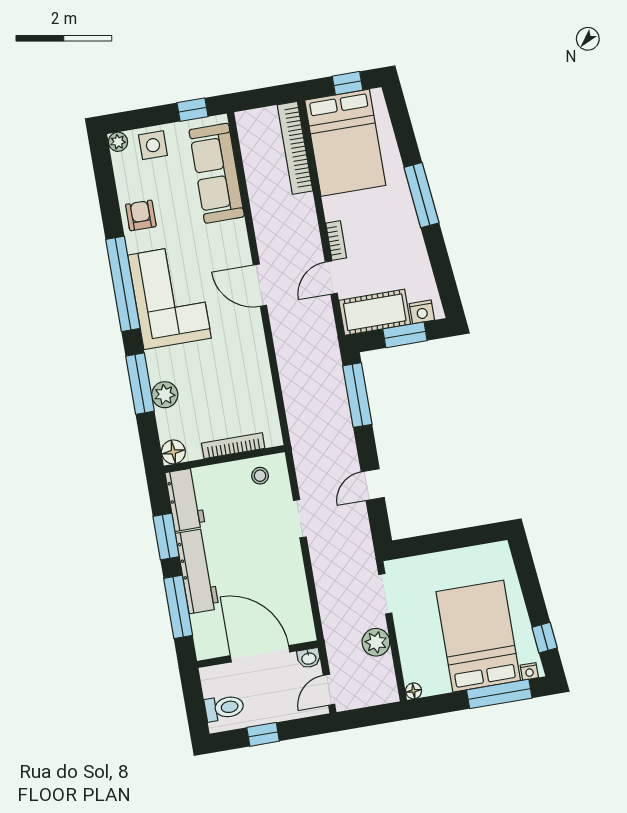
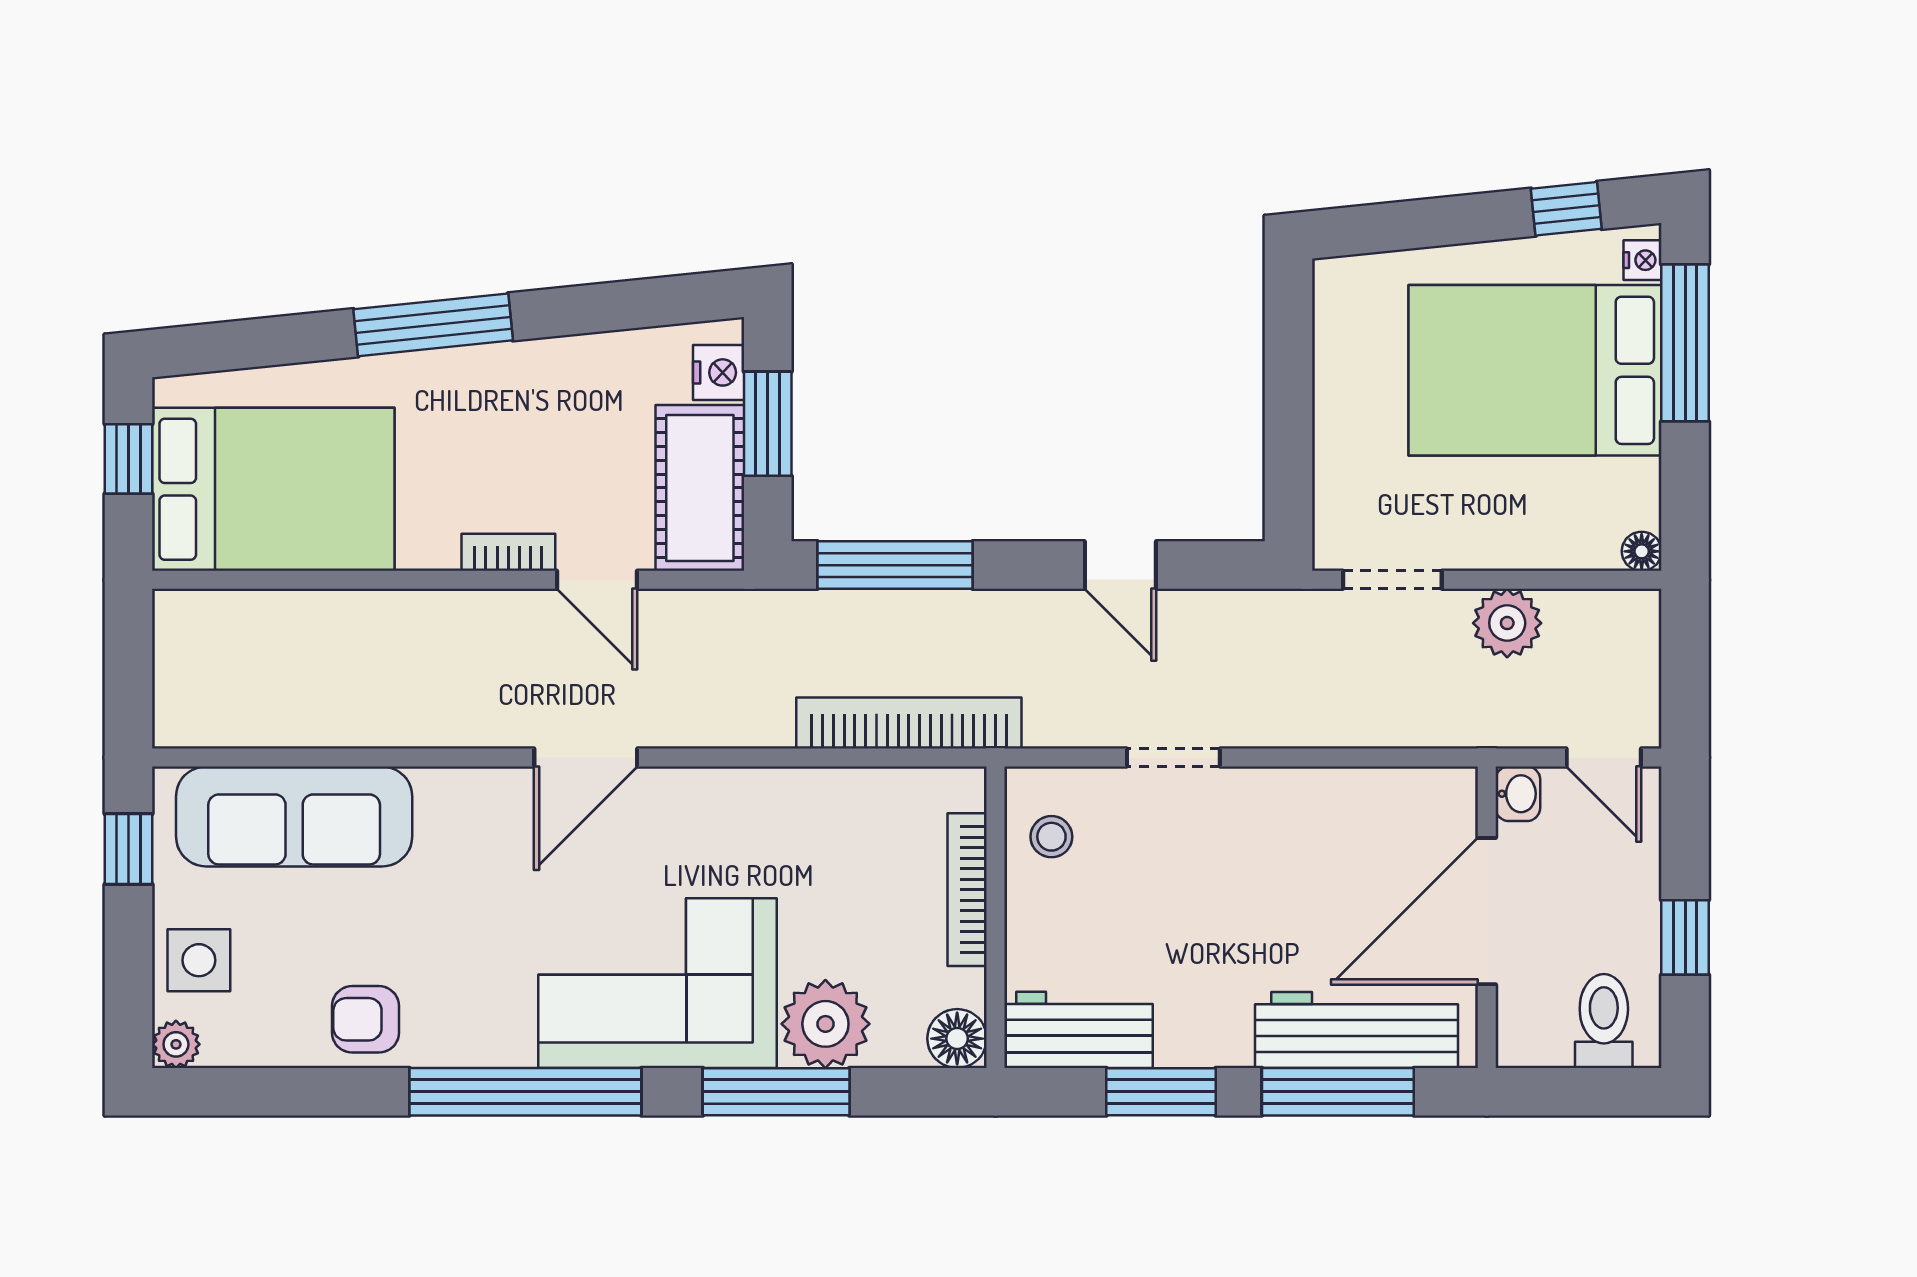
bookcase: (295, 148) -> (909, 723), moved, turned 180
corner sofa: (170, 297) -> (657, 983), moved
plant: (165, 395) -> (825, 1024), width x1.36, depth x1.36
workbench: (197, 571) -> (1357, 1030), moved

